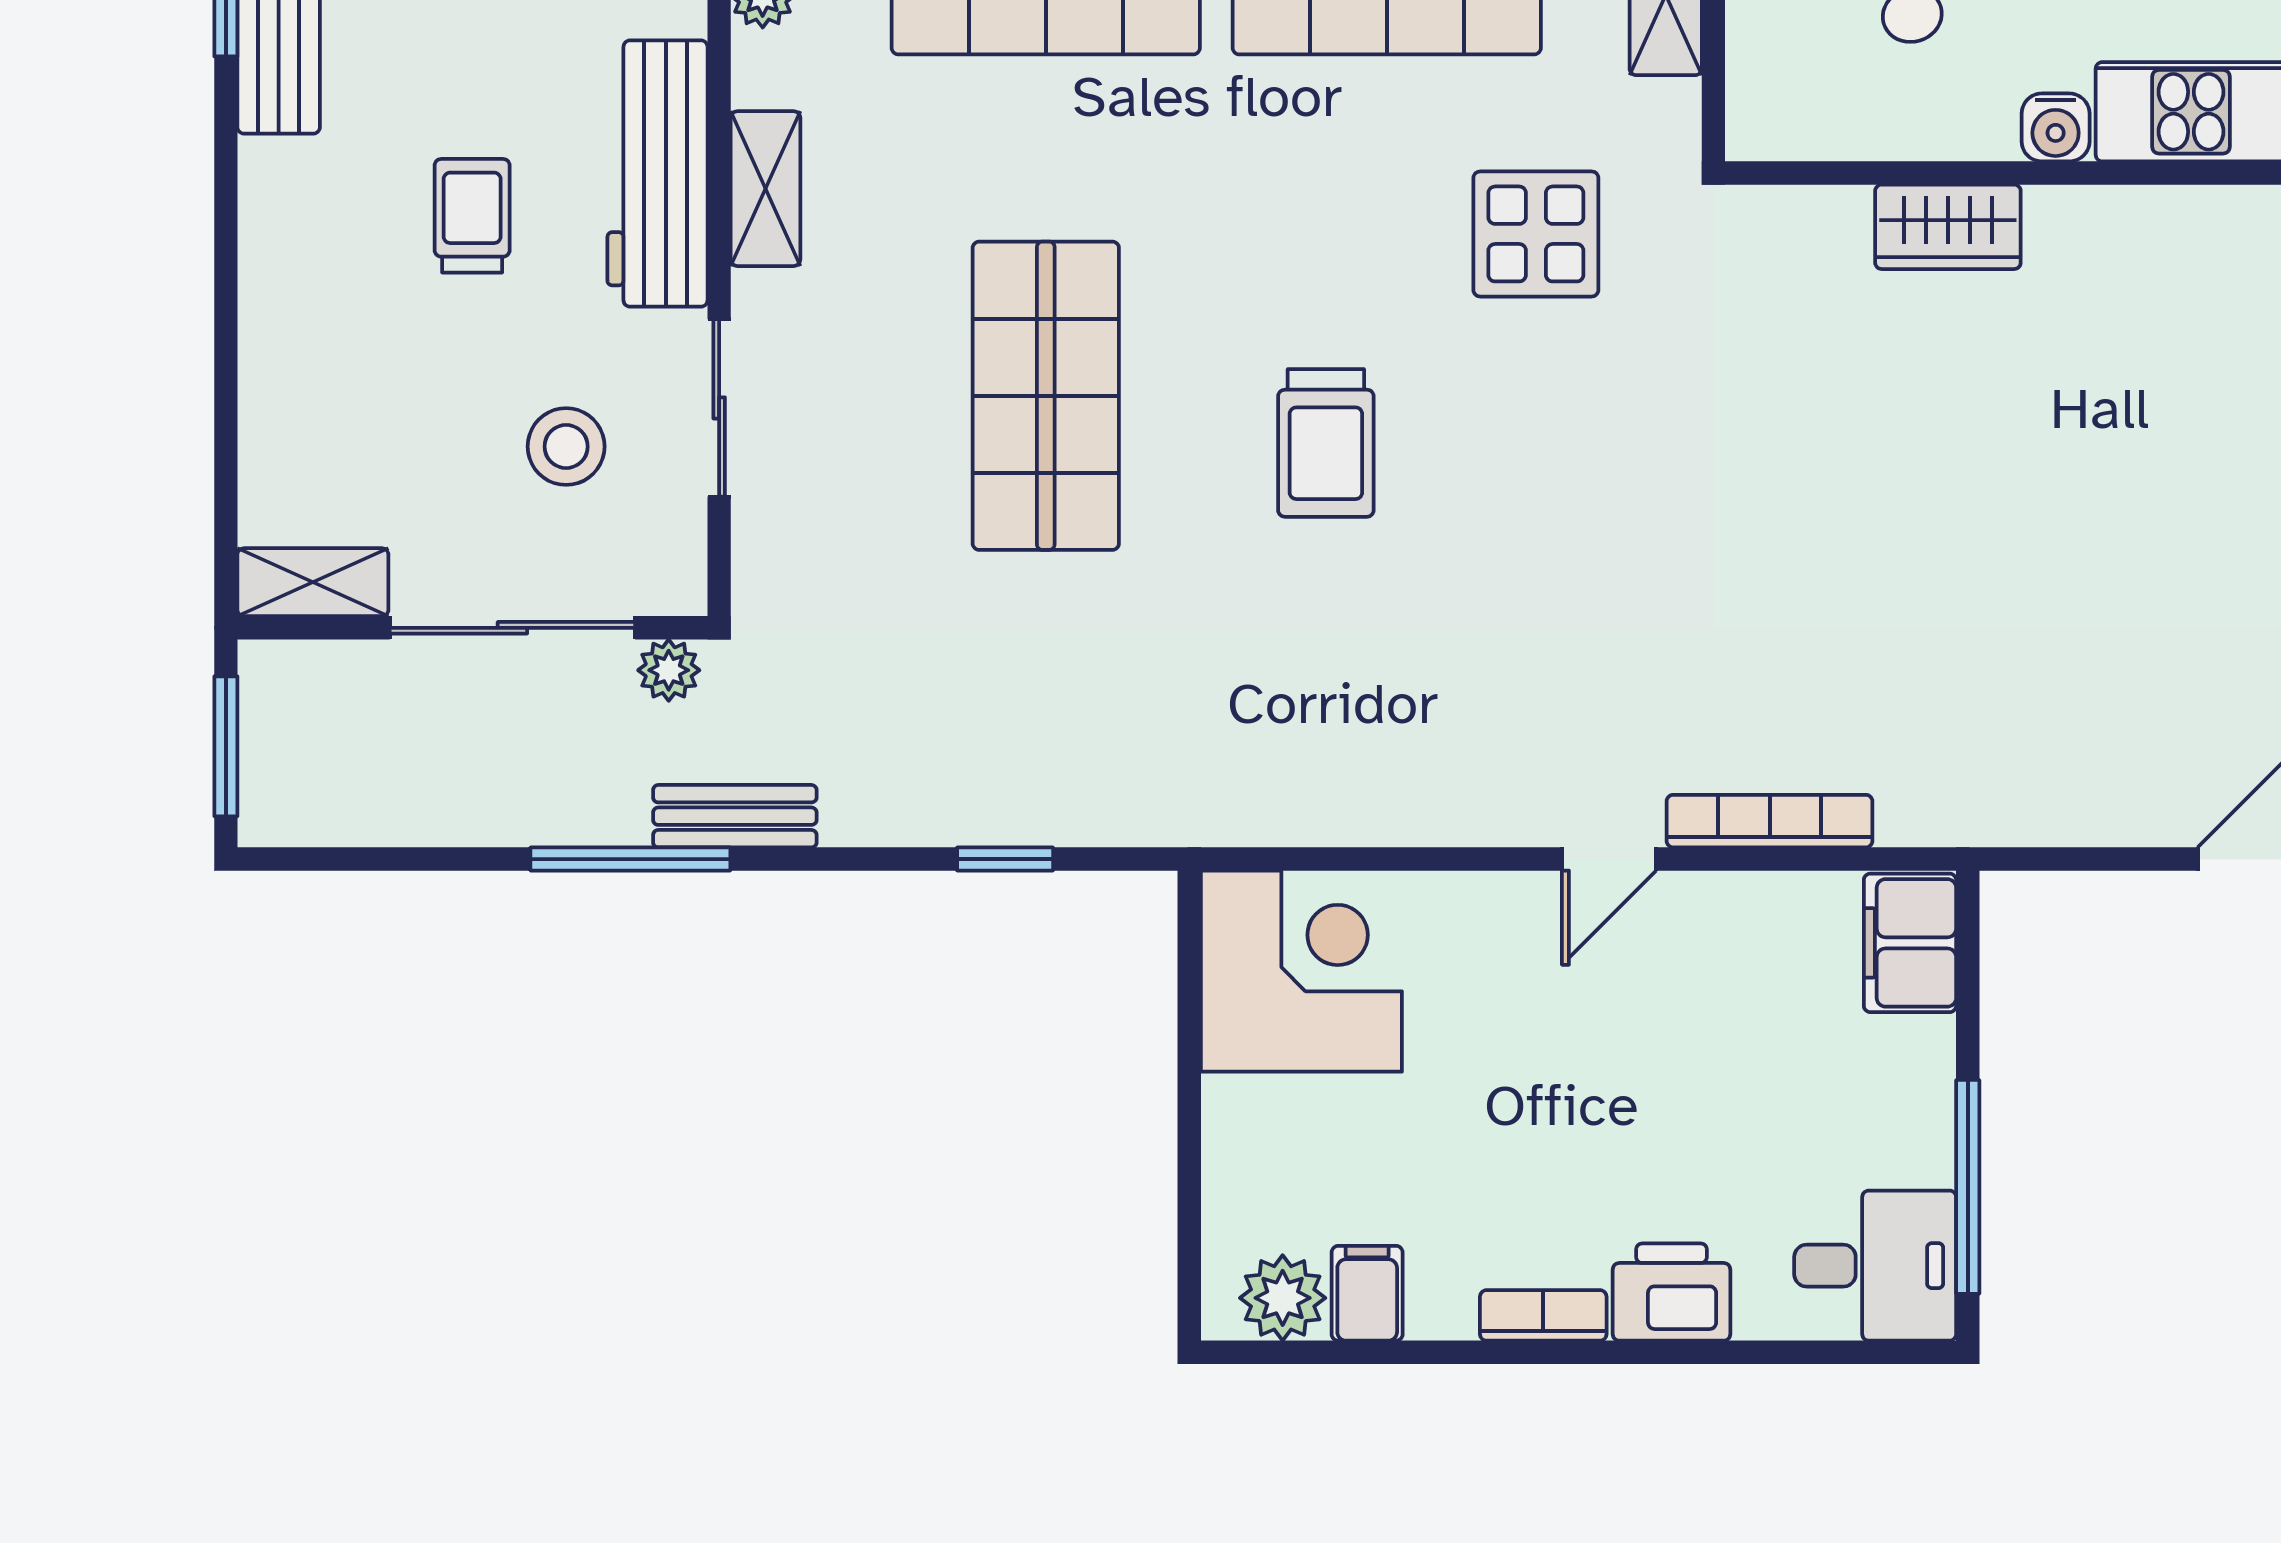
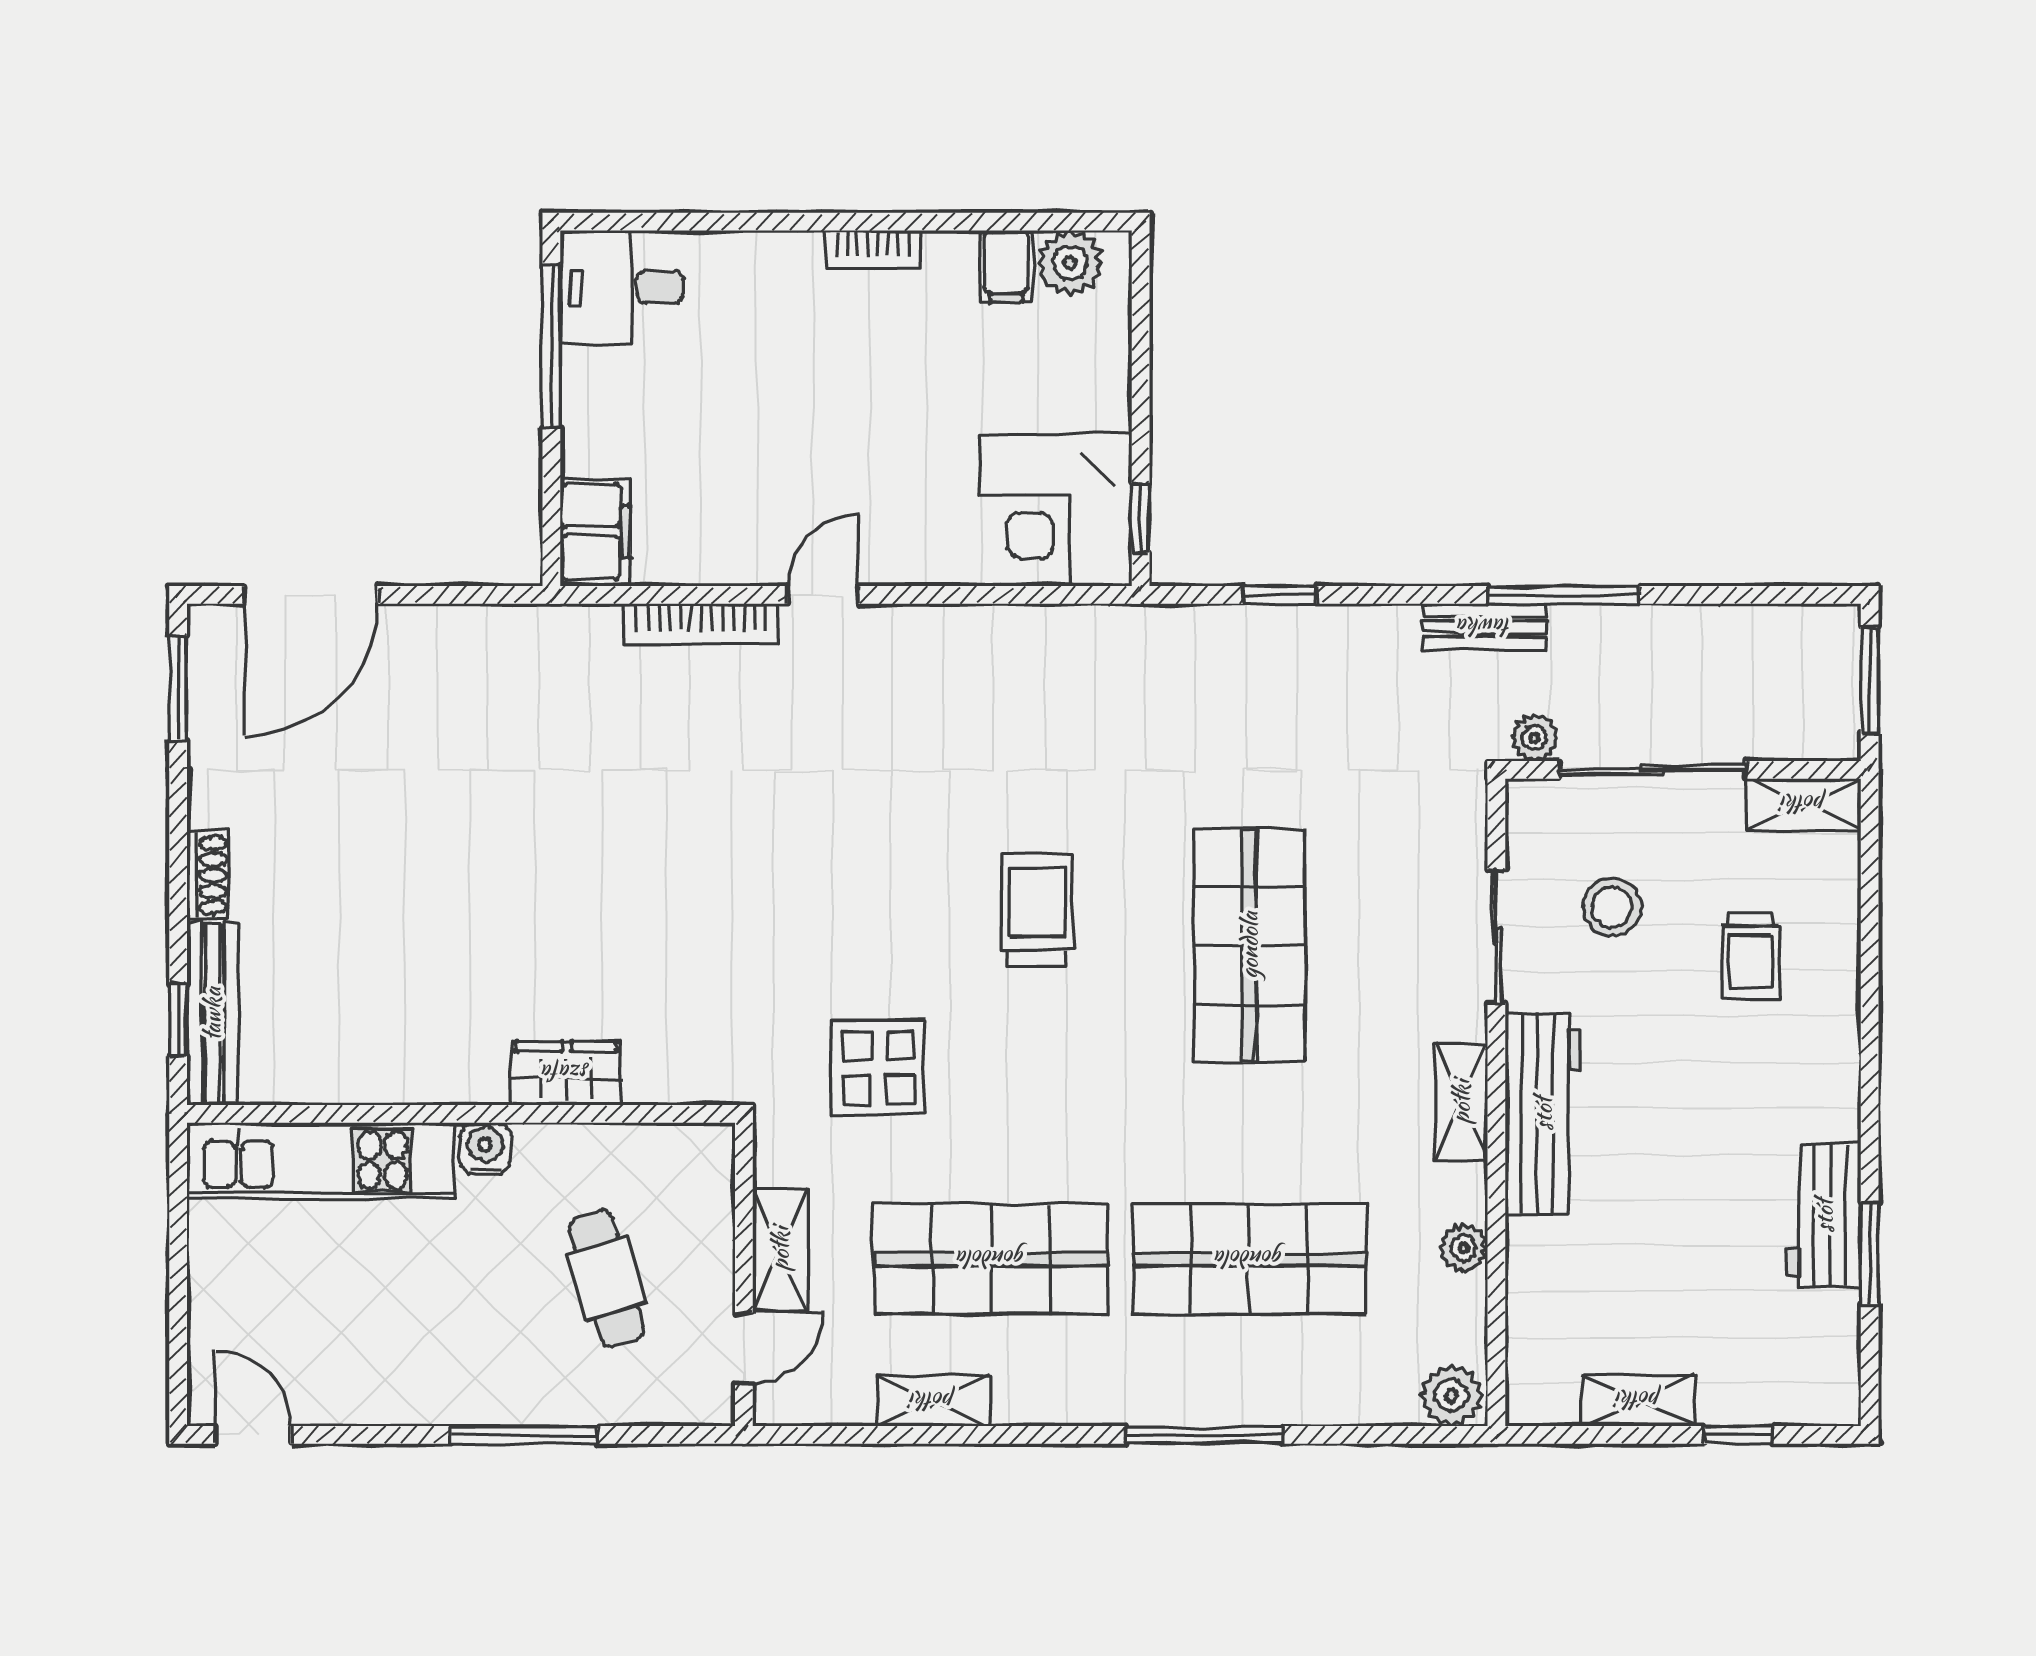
trolley: (472, 216) -> (1751, 956), moved
window: (1189, 960) -> (1141, 518), added
printer: (1672, 1292) -> (776, 267), removed

